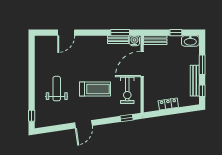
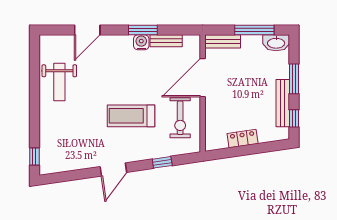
window: (120, 33) -> (143, 30), moved
window: (176, 33) -> (254, 30), width x2.17
water cooler: (134, 41) -> (141, 42), moved
weight bench: (57, 89) -> (59, 82), moved, turned 180
treadmill: (95, 89) -> (131, 116), turned 180
window: (127, 118) -> (162, 162), moved

